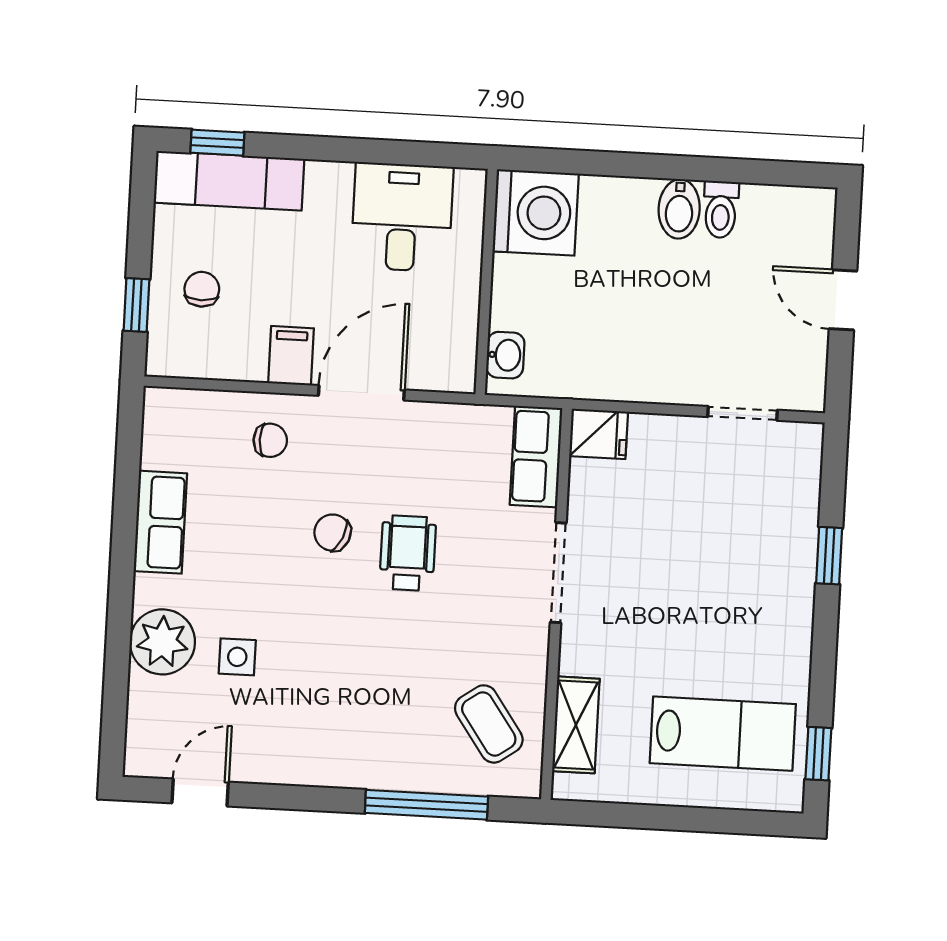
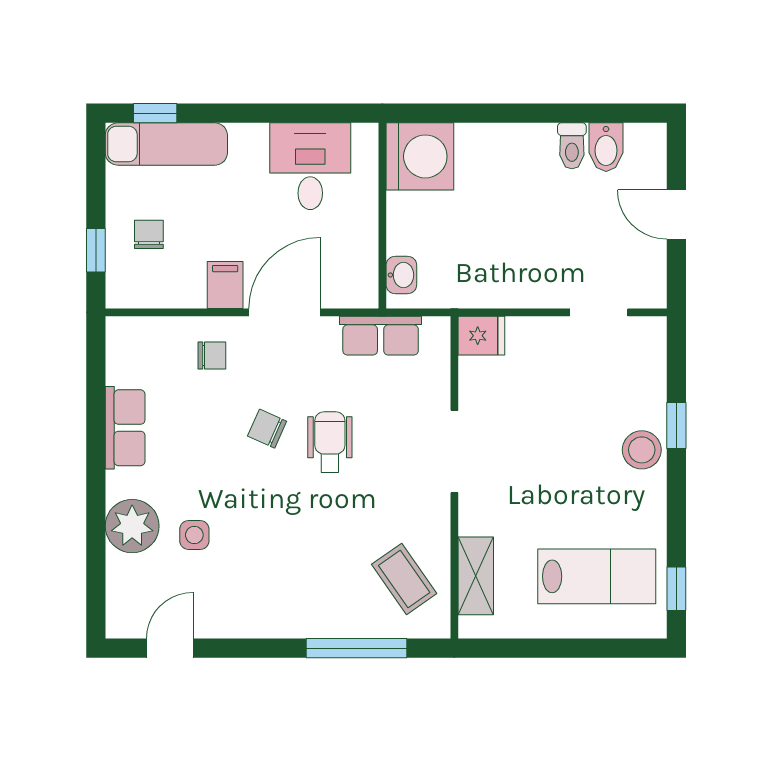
bidet: (679, 209) -> (606, 147), moved
row of seats: (536, 457) -> (381, 336), moved, turned -90
stool: (785, 583) -> (642, 450), added

